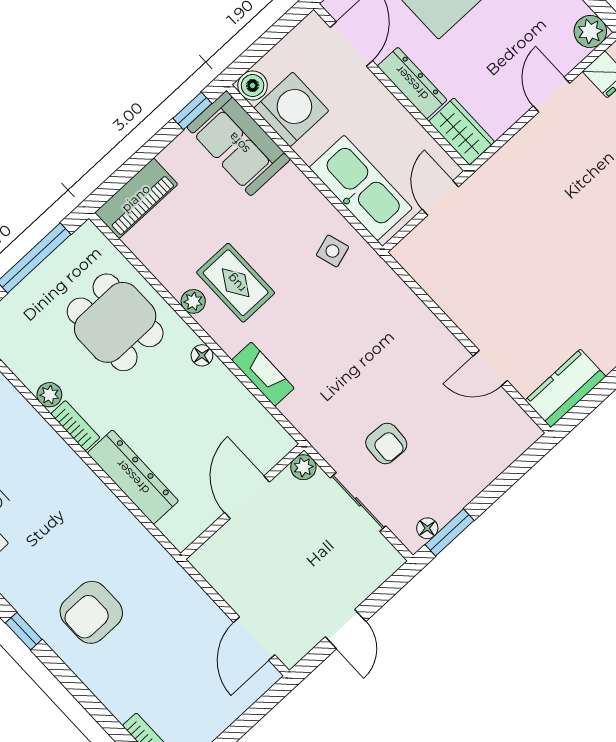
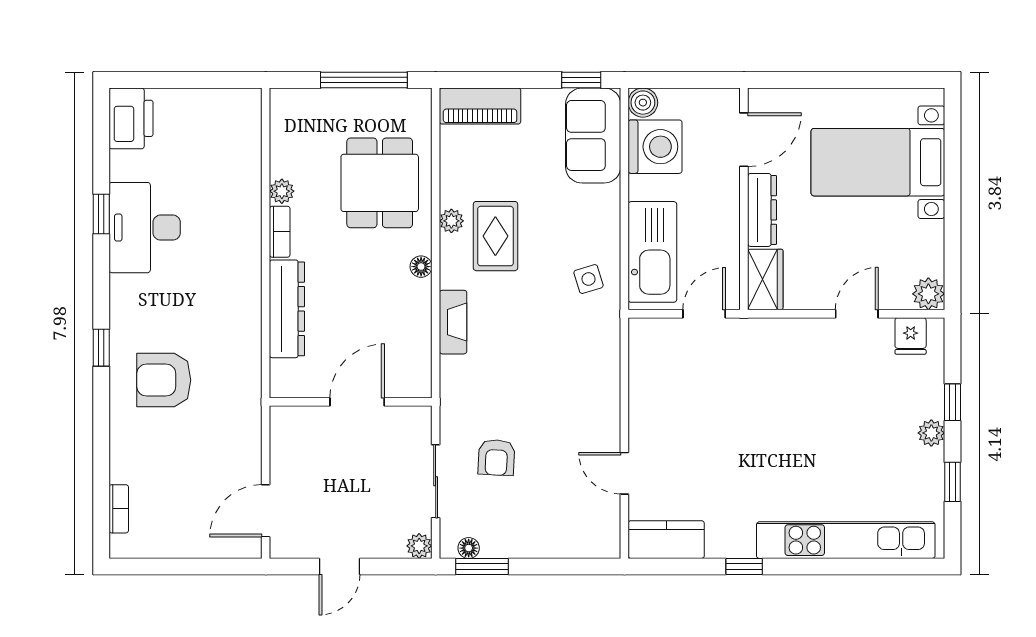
plant: (303, 467) -> (419, 546), moved

